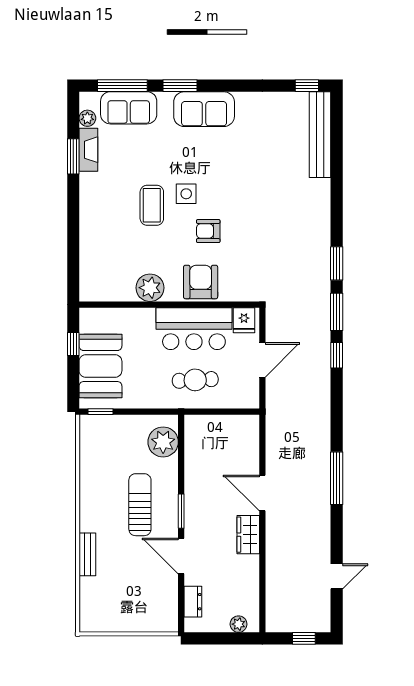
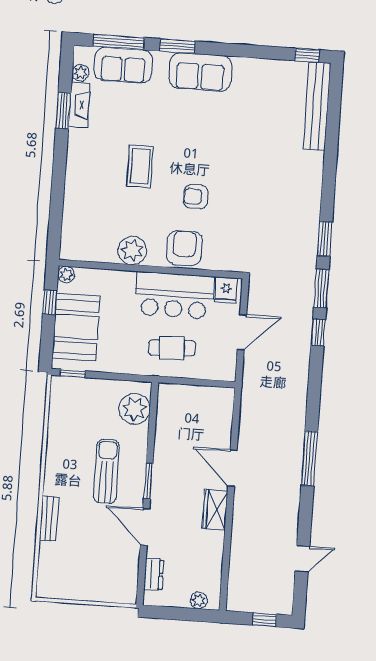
side table: (186, 194) -> (176, 157), removed
plant: (87, 316) -> (66, 275), added

